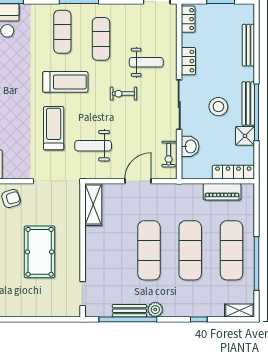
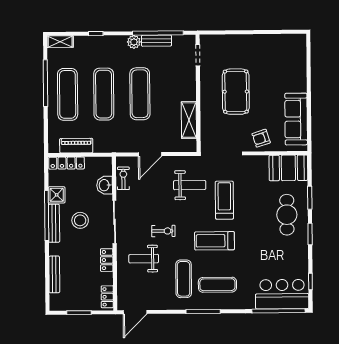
exercise mat: (62, 32) -> (217, 285), turned 90
treadmill: (54, 128) -> (224, 200), turned 180
shelving: (93, 205) -> (189, 120), moved

